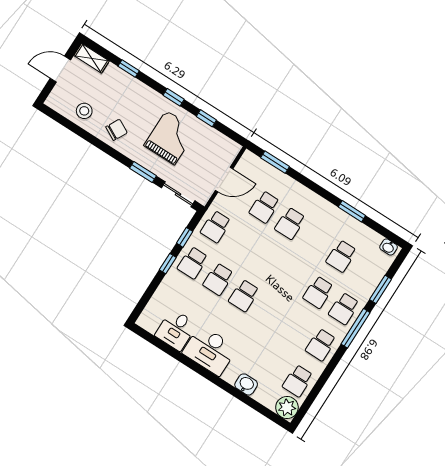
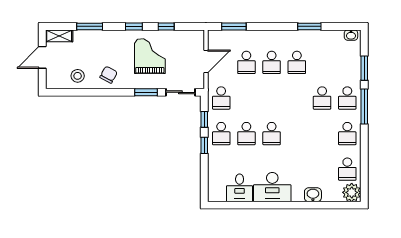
window: (129, 69) -> (90, 26), width x1.50
school desk: (341, 256) -> (297, 62), moved

